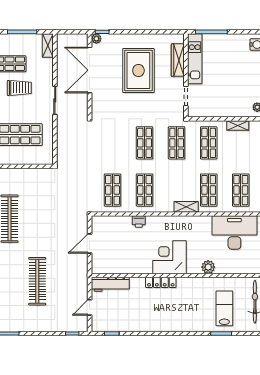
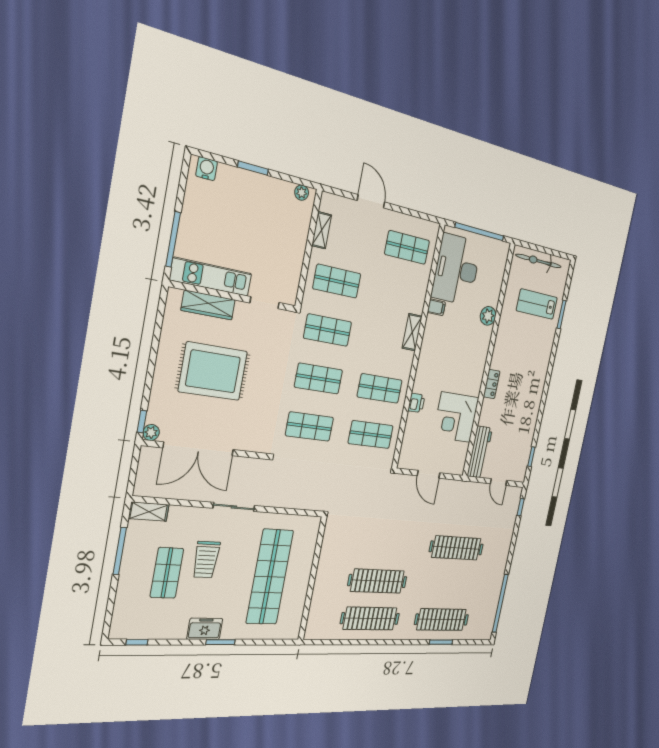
trolley: (19, 88) -> (206, 560), turned 180
shop shelf: (209, 190) -> (310, 426), moved
filing cabinet: (206, 222) -> (436, 307), added
corner desk: (169, 257) -> (456, 417), moved
locker: (161, 282) -> (492, 384), width x0.66

